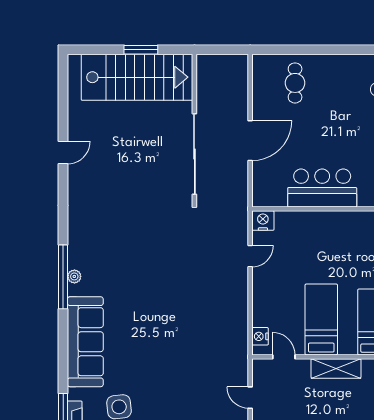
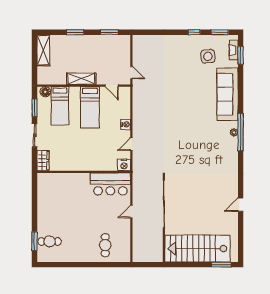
window: (141, 50) -> (221, 265), moved
door: (250, 141) -> (131, 212), width x0.53
bar counter: (322, 188) -> (110, 184), moved
nightstand: (260, 336) -> (126, 125), moved
door: (250, 398) -> (131, 73), moved

